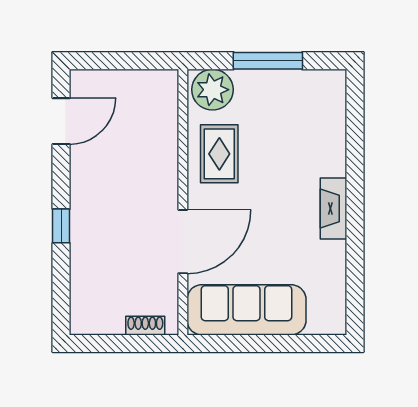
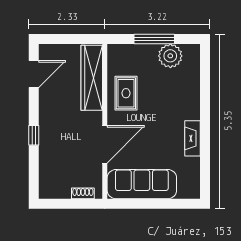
plant: (212, 90) -> (170, 56), moved
wardrobe: (160, 127) -> (92, 78), added
fireplace: (333, 209) -> (193, 138), moved

